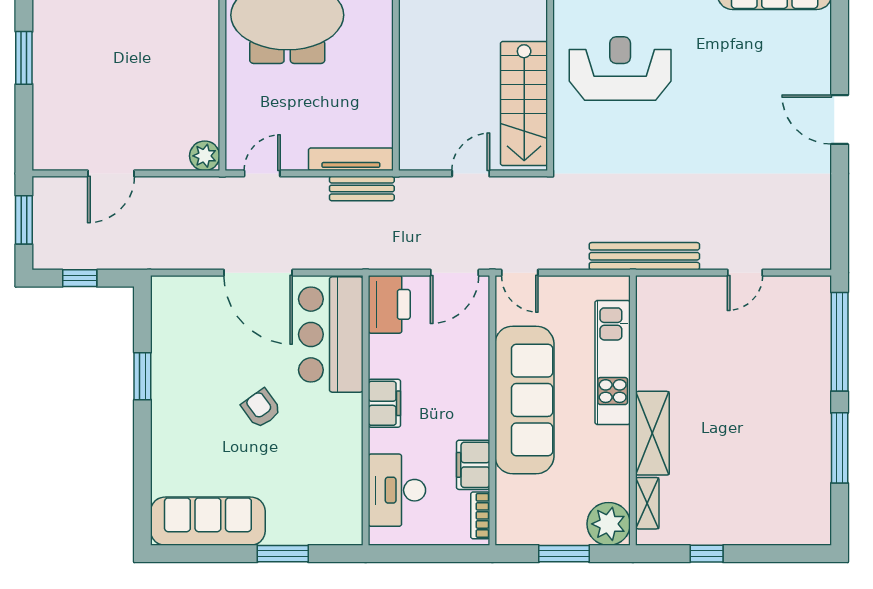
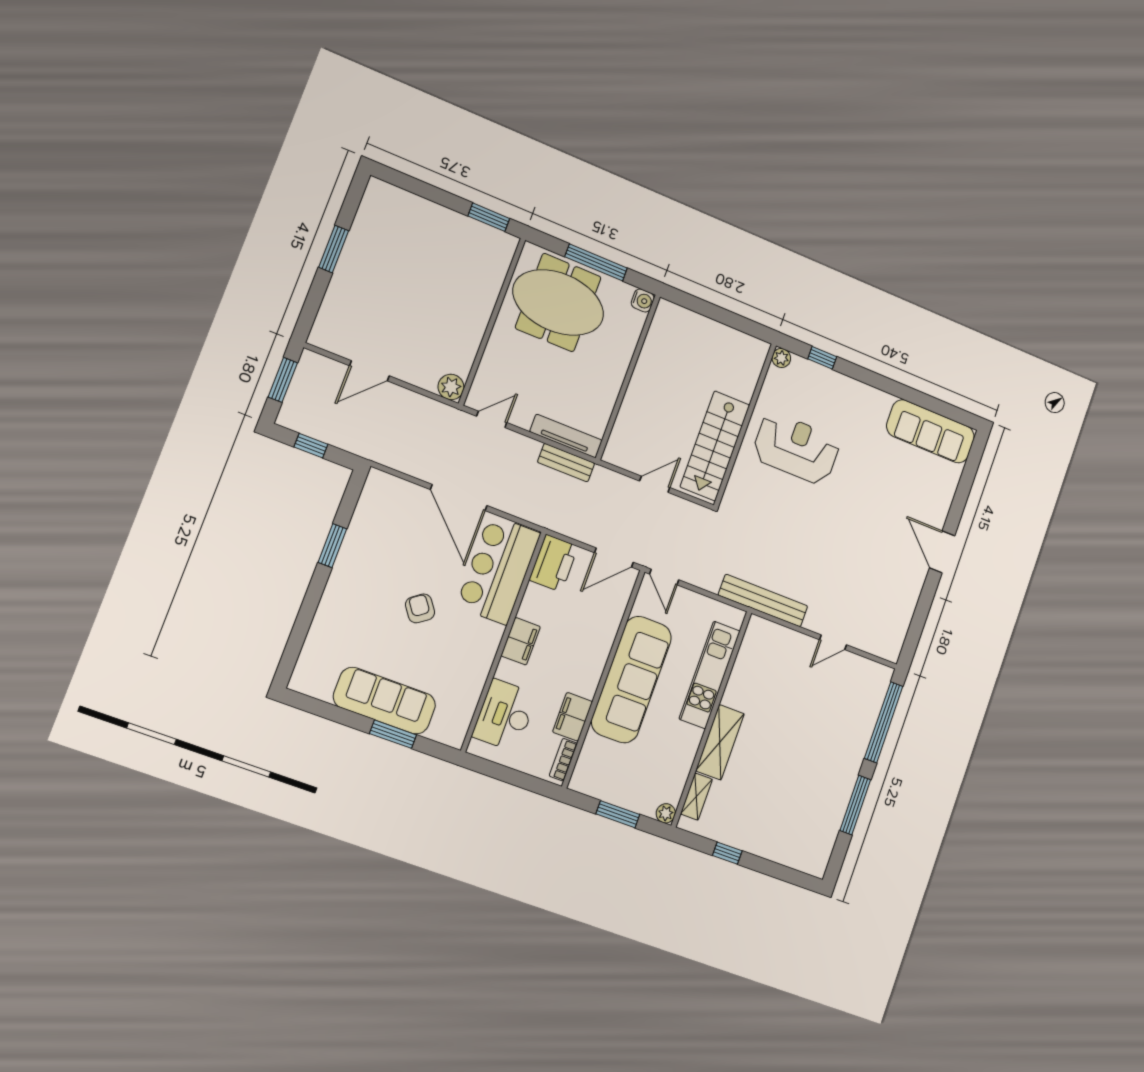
sofa: (208, 521) -> (384, 701), moved
plant: (609, 524) -> (666, 813), width x0.53, depth x0.53

